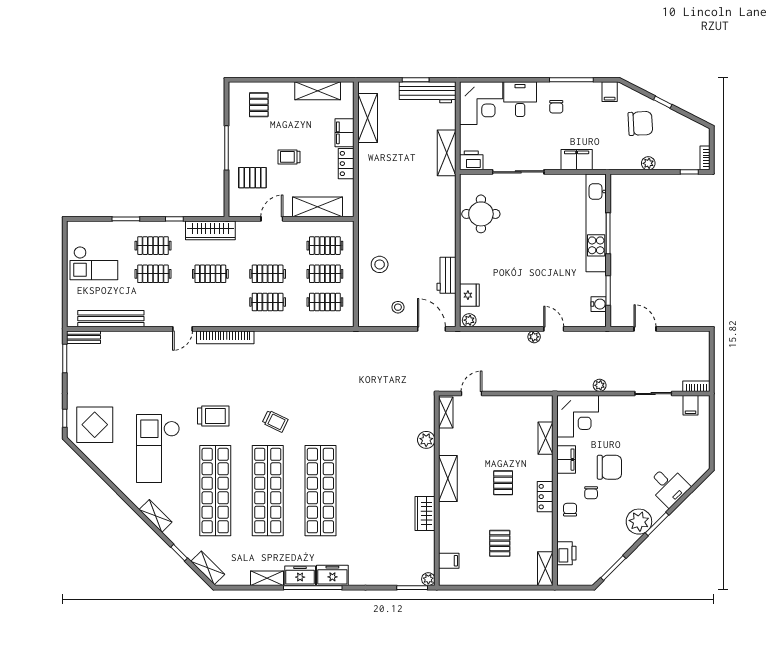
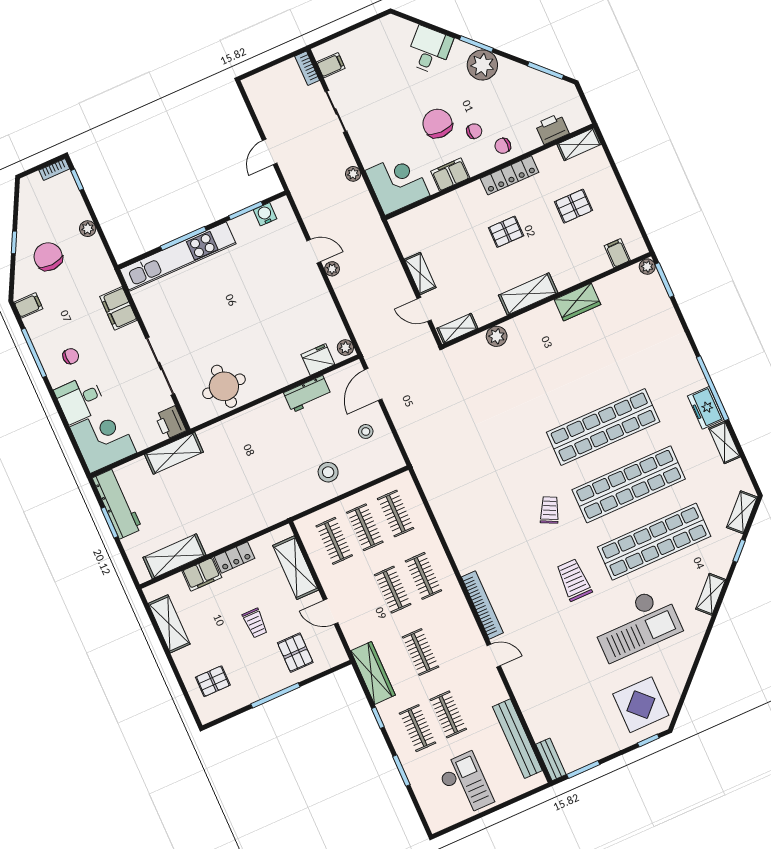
door: (554, 329) -> (314, 251), swing flipped
shelving: (546, 438) -> (420, 273), moved, turned 90
locker: (545, 497) -> (510, 175), width x1.53
freezer: (332, 575) -> (690, 373), removed

